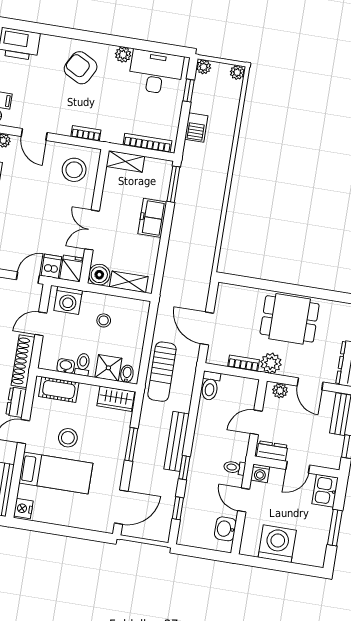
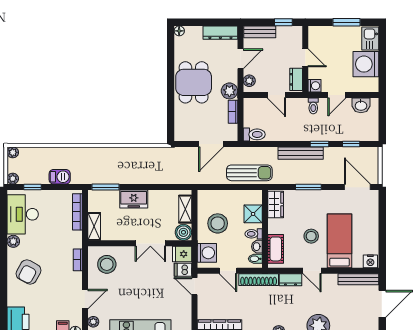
stool: (104, 320) -> (218, 223), width x1.89, depth x1.89
bidet: (127, 374) -> (255, 259), moved
kitchen sink: (325, 491) -> (370, 39), moved, turned 90

